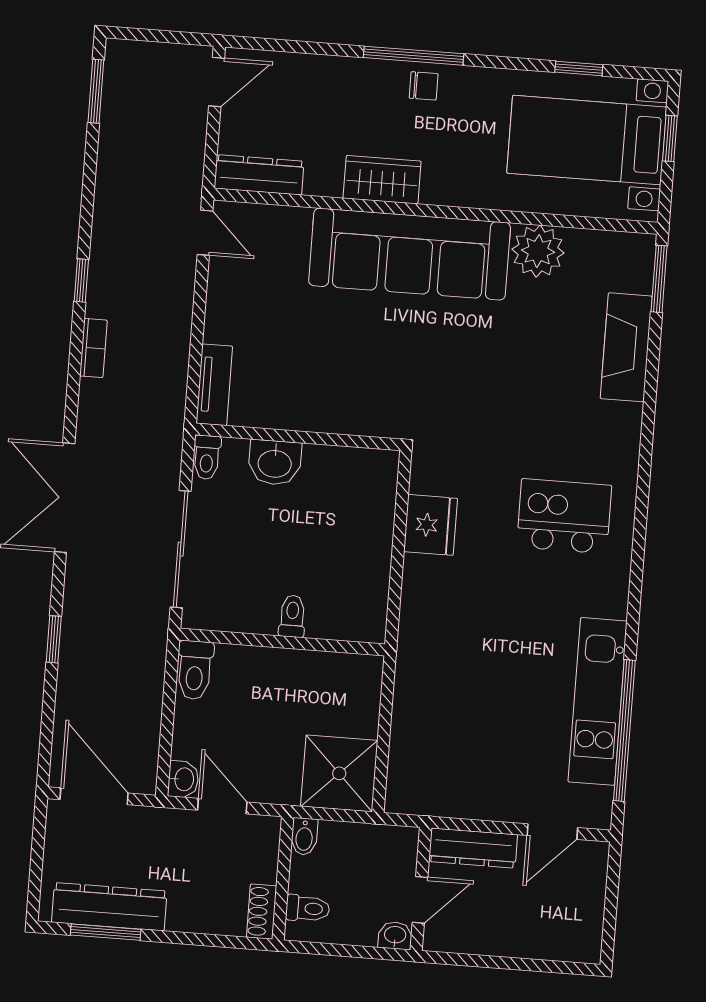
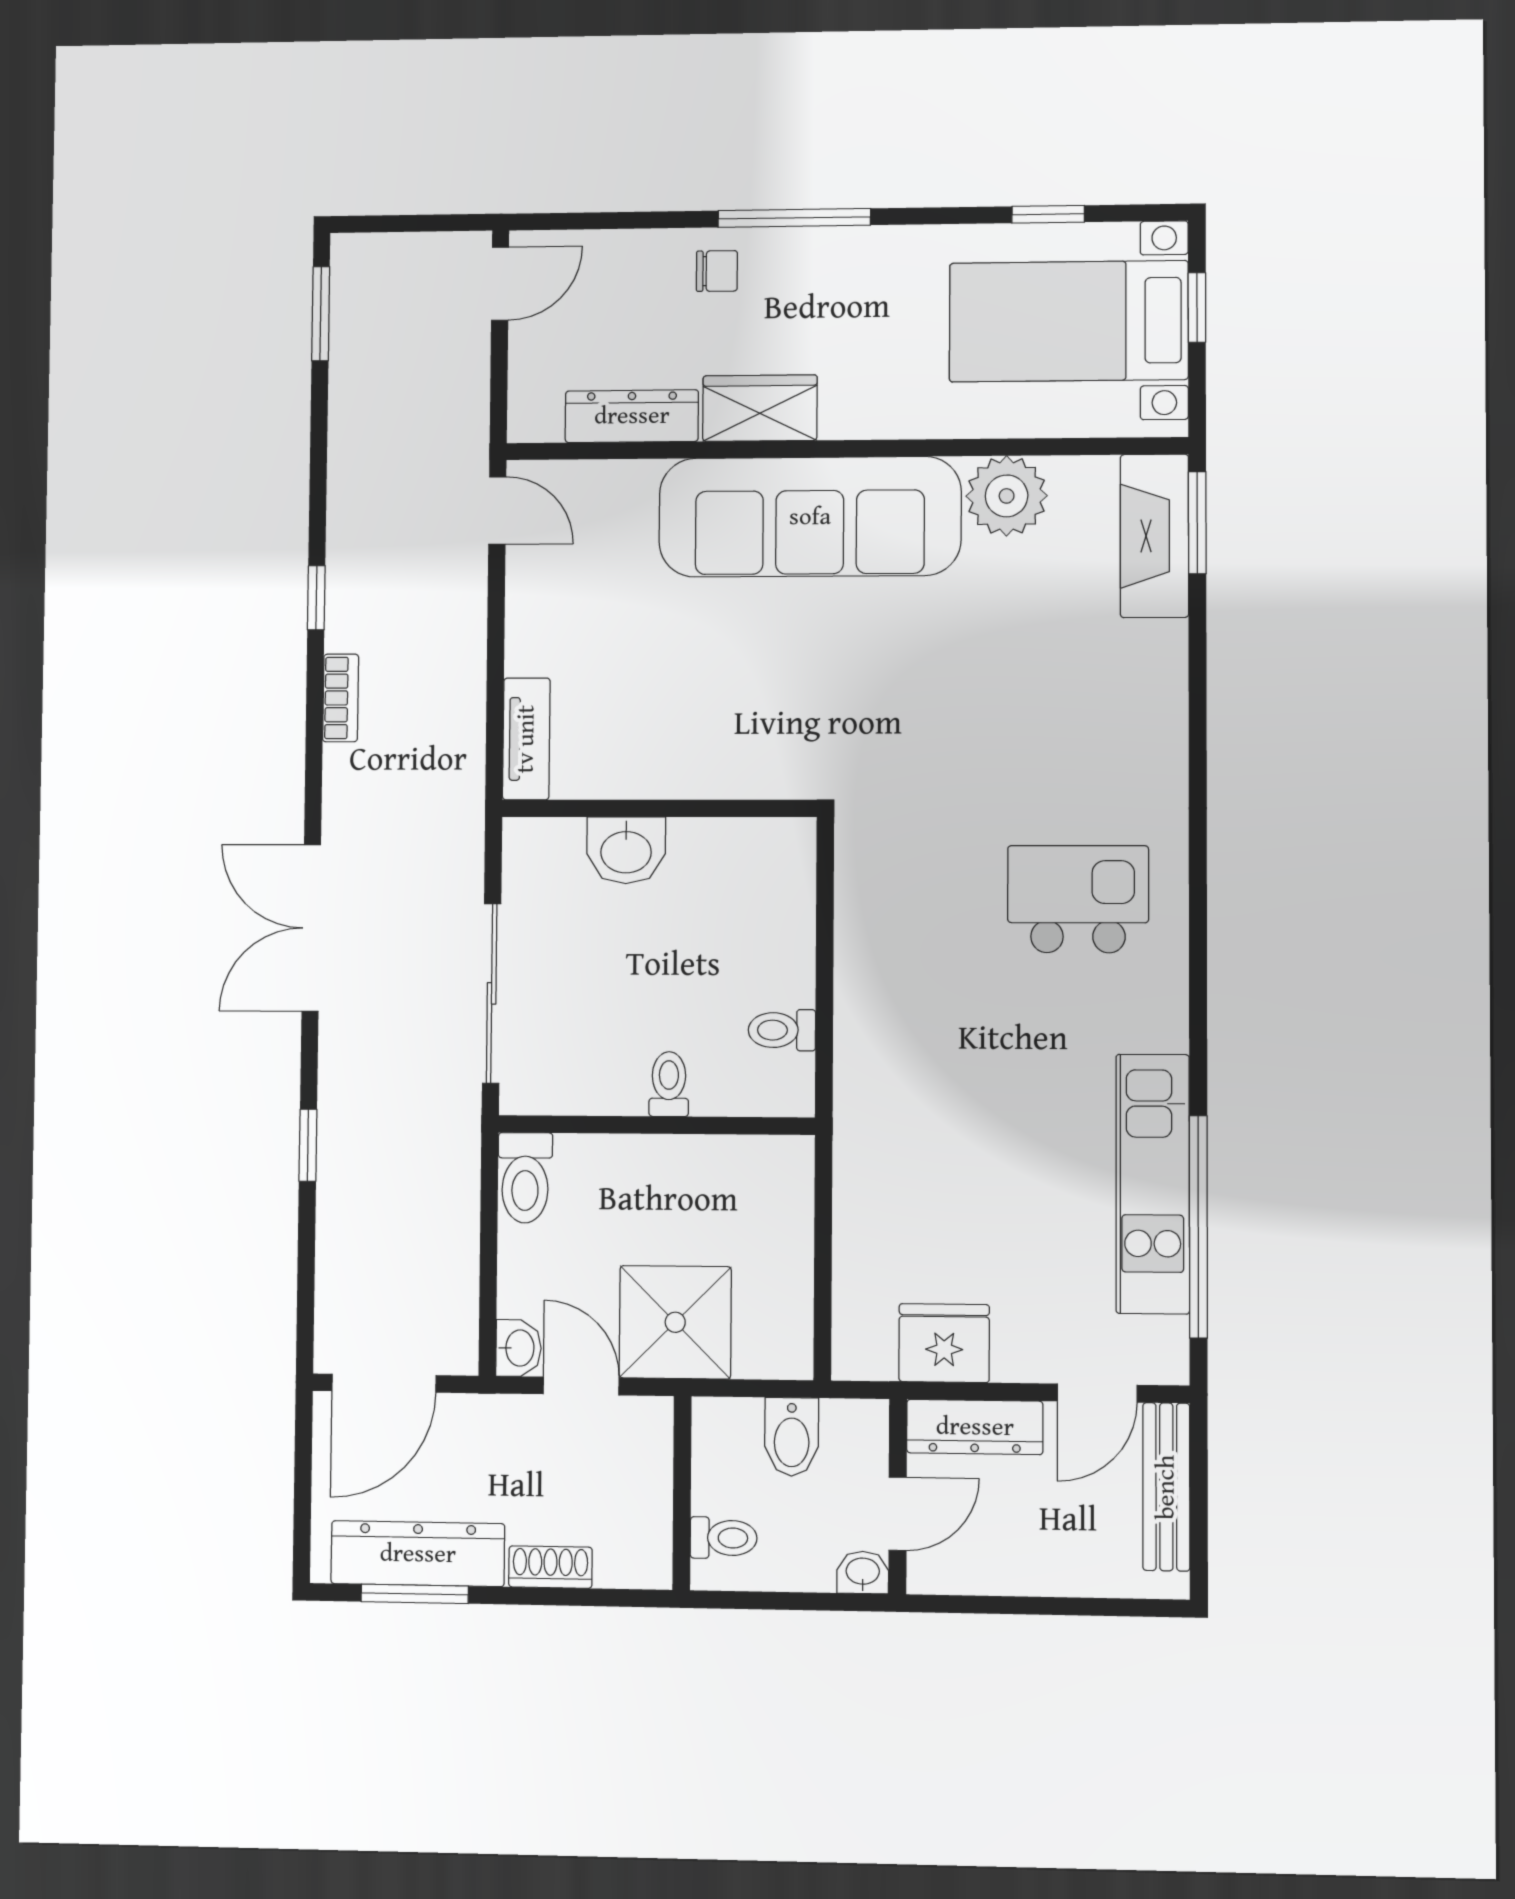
chair: (424, 86) -> (717, 271), moved
dresser: (259, 175) -> (632, 416), moved
fireplace: (626, 347) -> (1154, 536), moved
toilet: (207, 457) -> (782, 1030), moved, turned 90
fridge: (431, 525) -> (944, 1343), moved, turned -90
shower: (339, 773) -> (675, 1322), moved
door: (94, 796) -> (384, 1383), swing flipped
bidet: (304, 836) -> (792, 1437), moved, width x1.38, depth x1.36
bench: (591, 893) -> (1166, 1487), added
shoe rack: (262, 912) -> (550, 1567), moved, turned 90

